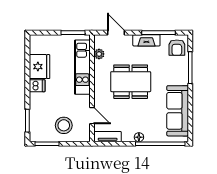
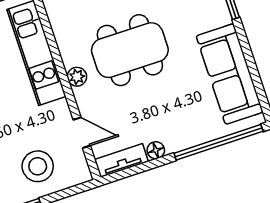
plant: (99, 54) -> (77, 77), moved
floor lamp: (139, 137) -> (156, 150), moved

